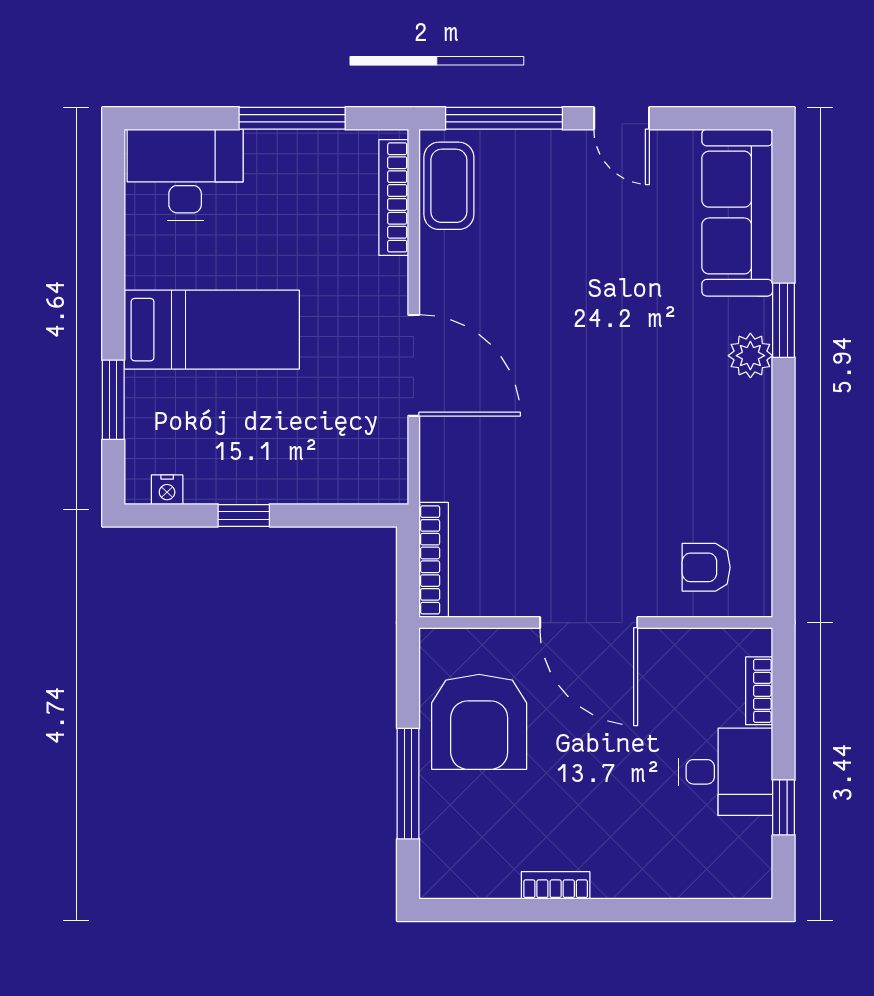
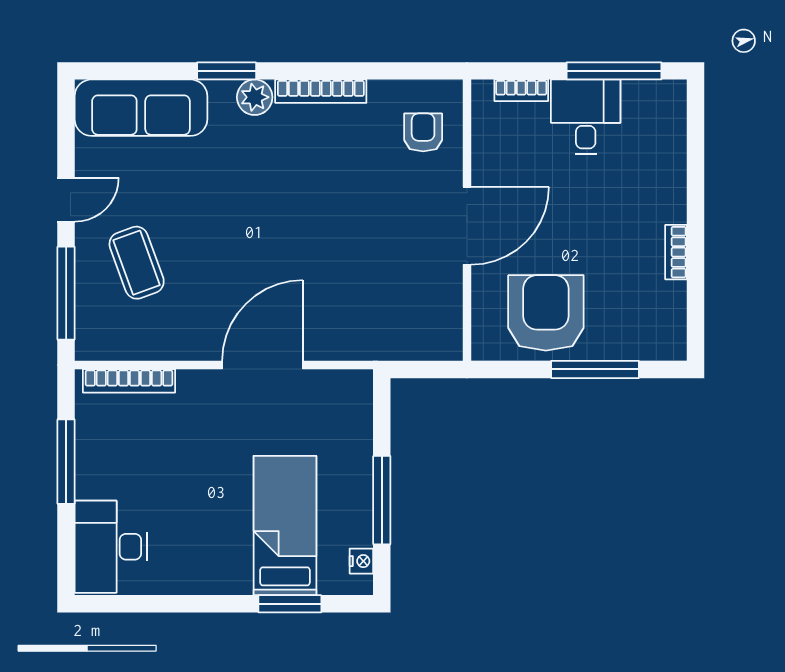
coffee table: (449, 186) -> (137, 263), moved, turned 70
bed: (212, 330) -> (285, 526), moved
window: (244, 515) -> (382, 500), width x2.17
bookcase: (434, 560) -> (321, 91), moved, turned 180
armchair: (706, 567) -> (423, 132), turned 180
armchair: (479, 722) -> (546, 313), turned -90
window: (784, 807) -> (614, 71), width x2.17

